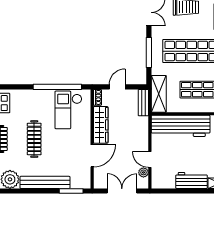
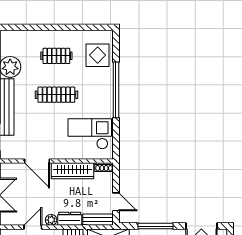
window: (57, 87) -> (116, 90), moved
door: (117, 87) -> (116, 202), moved
dresser: (143, 127) -> (70, 219), added
plant: (143, 172) -> (51, 220), moved

